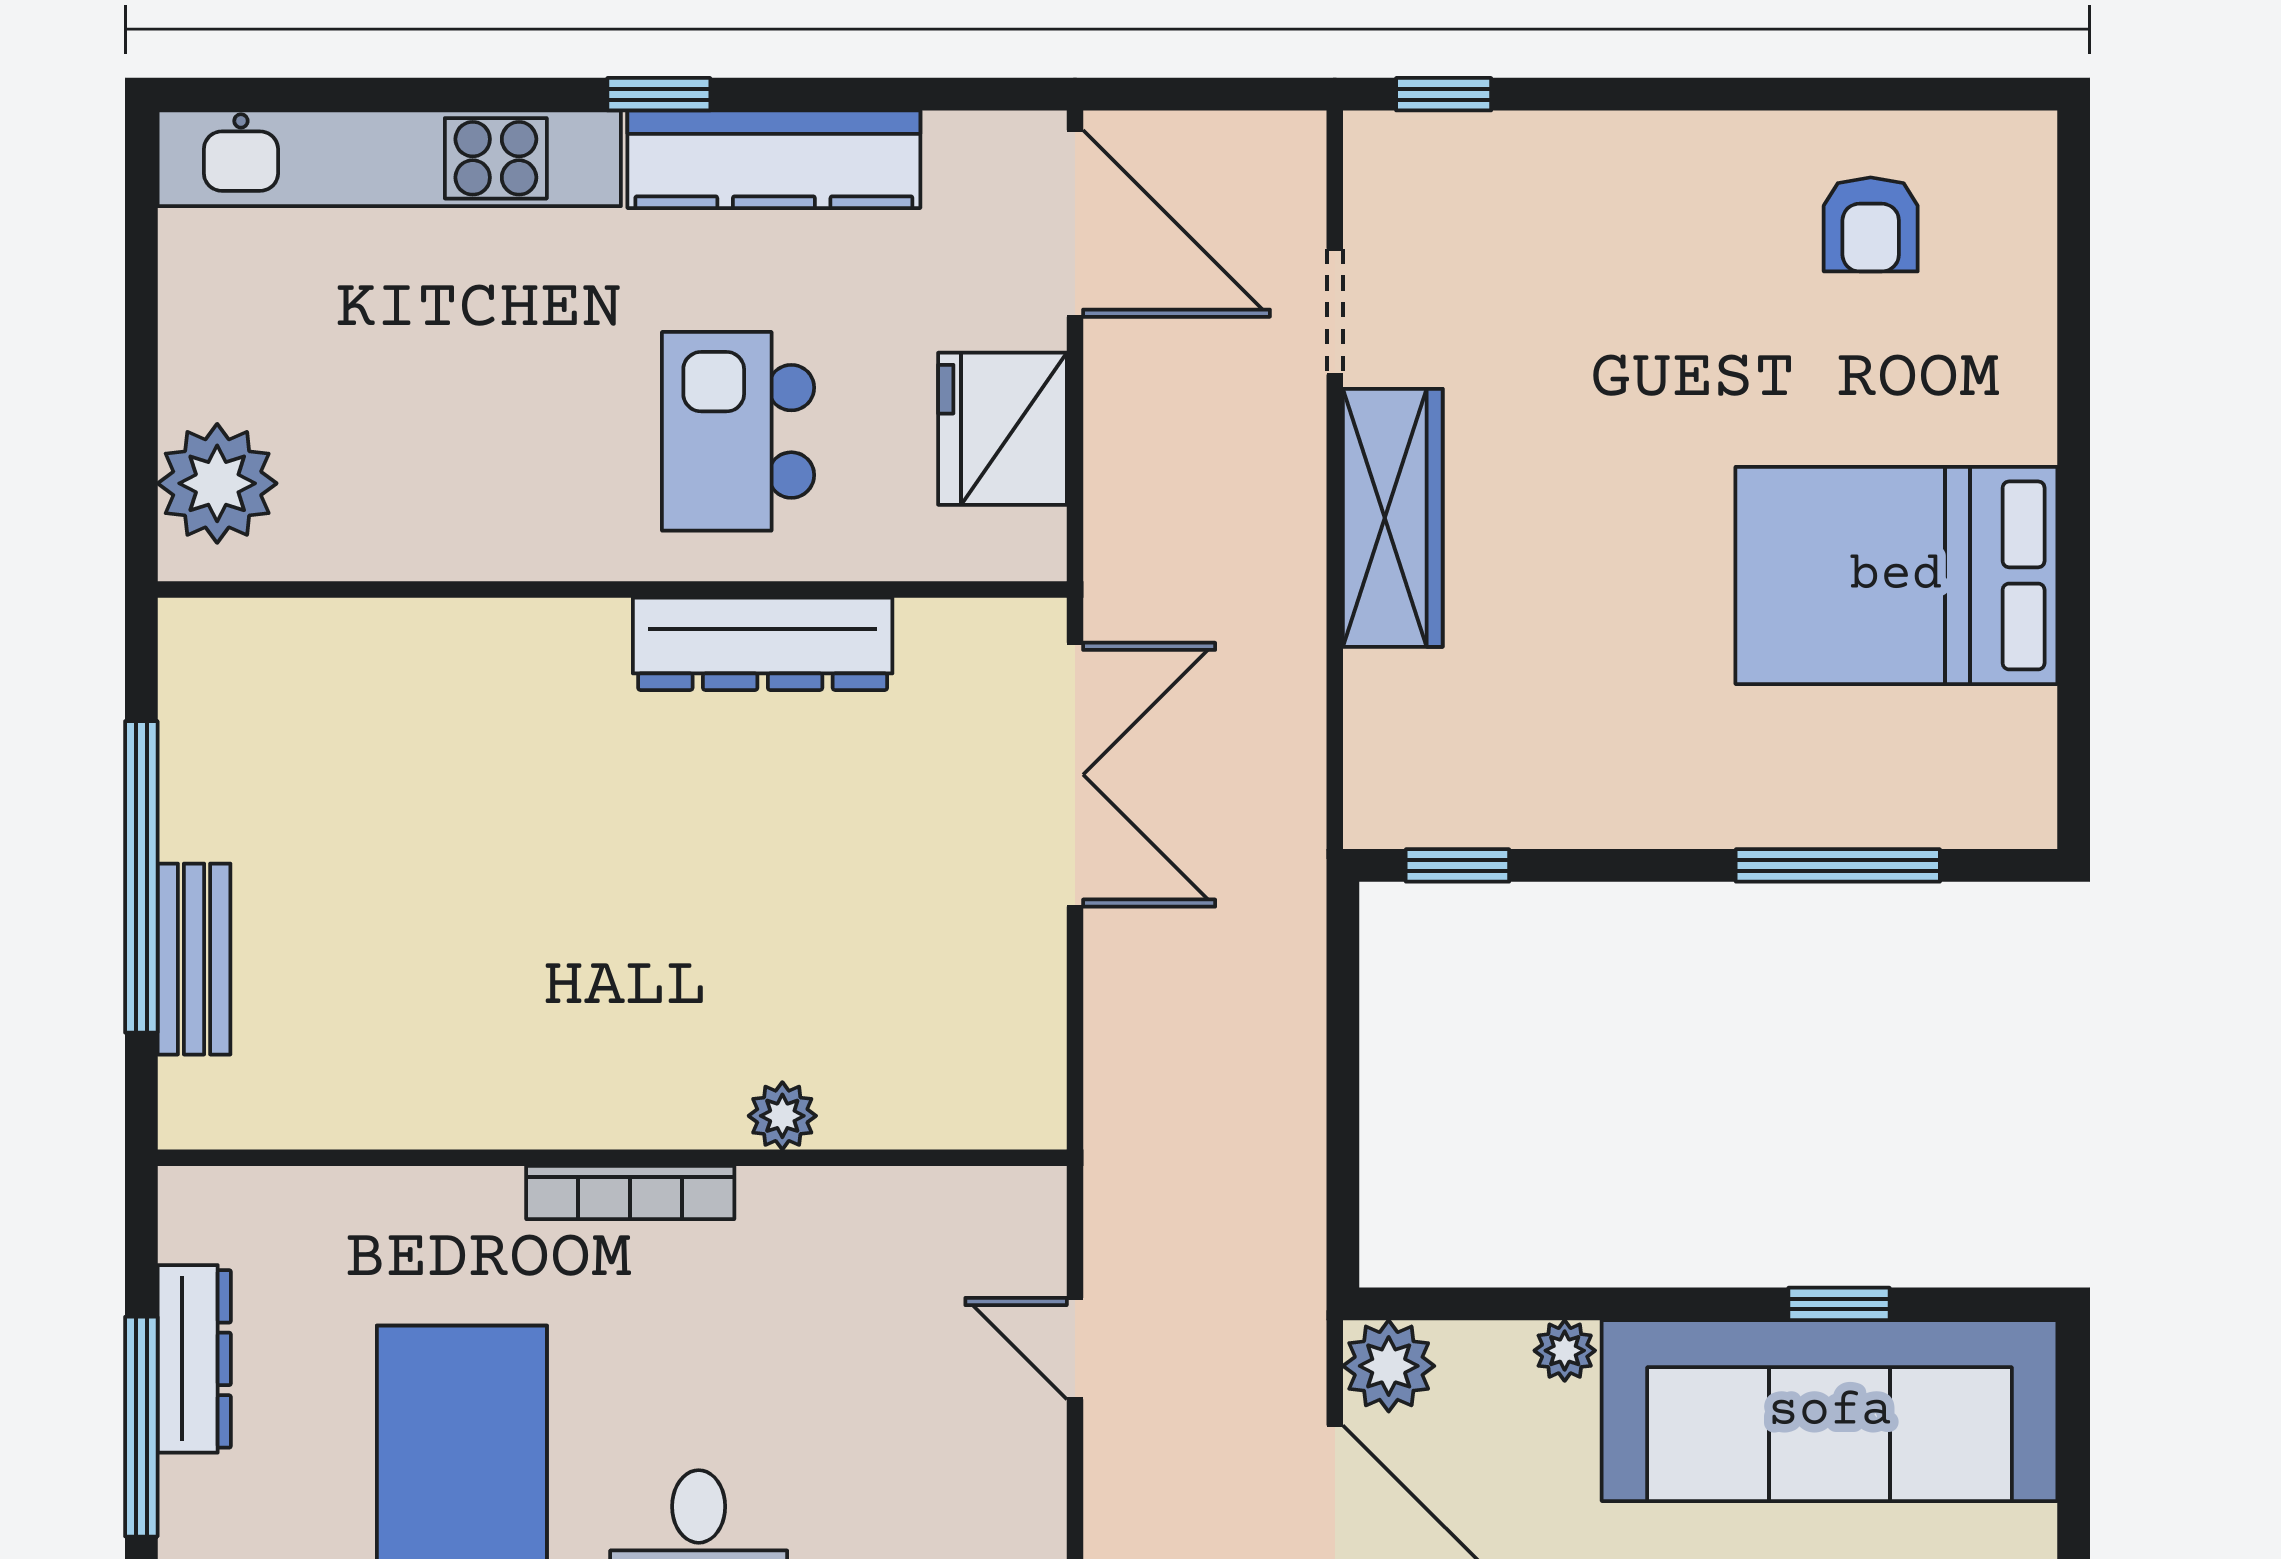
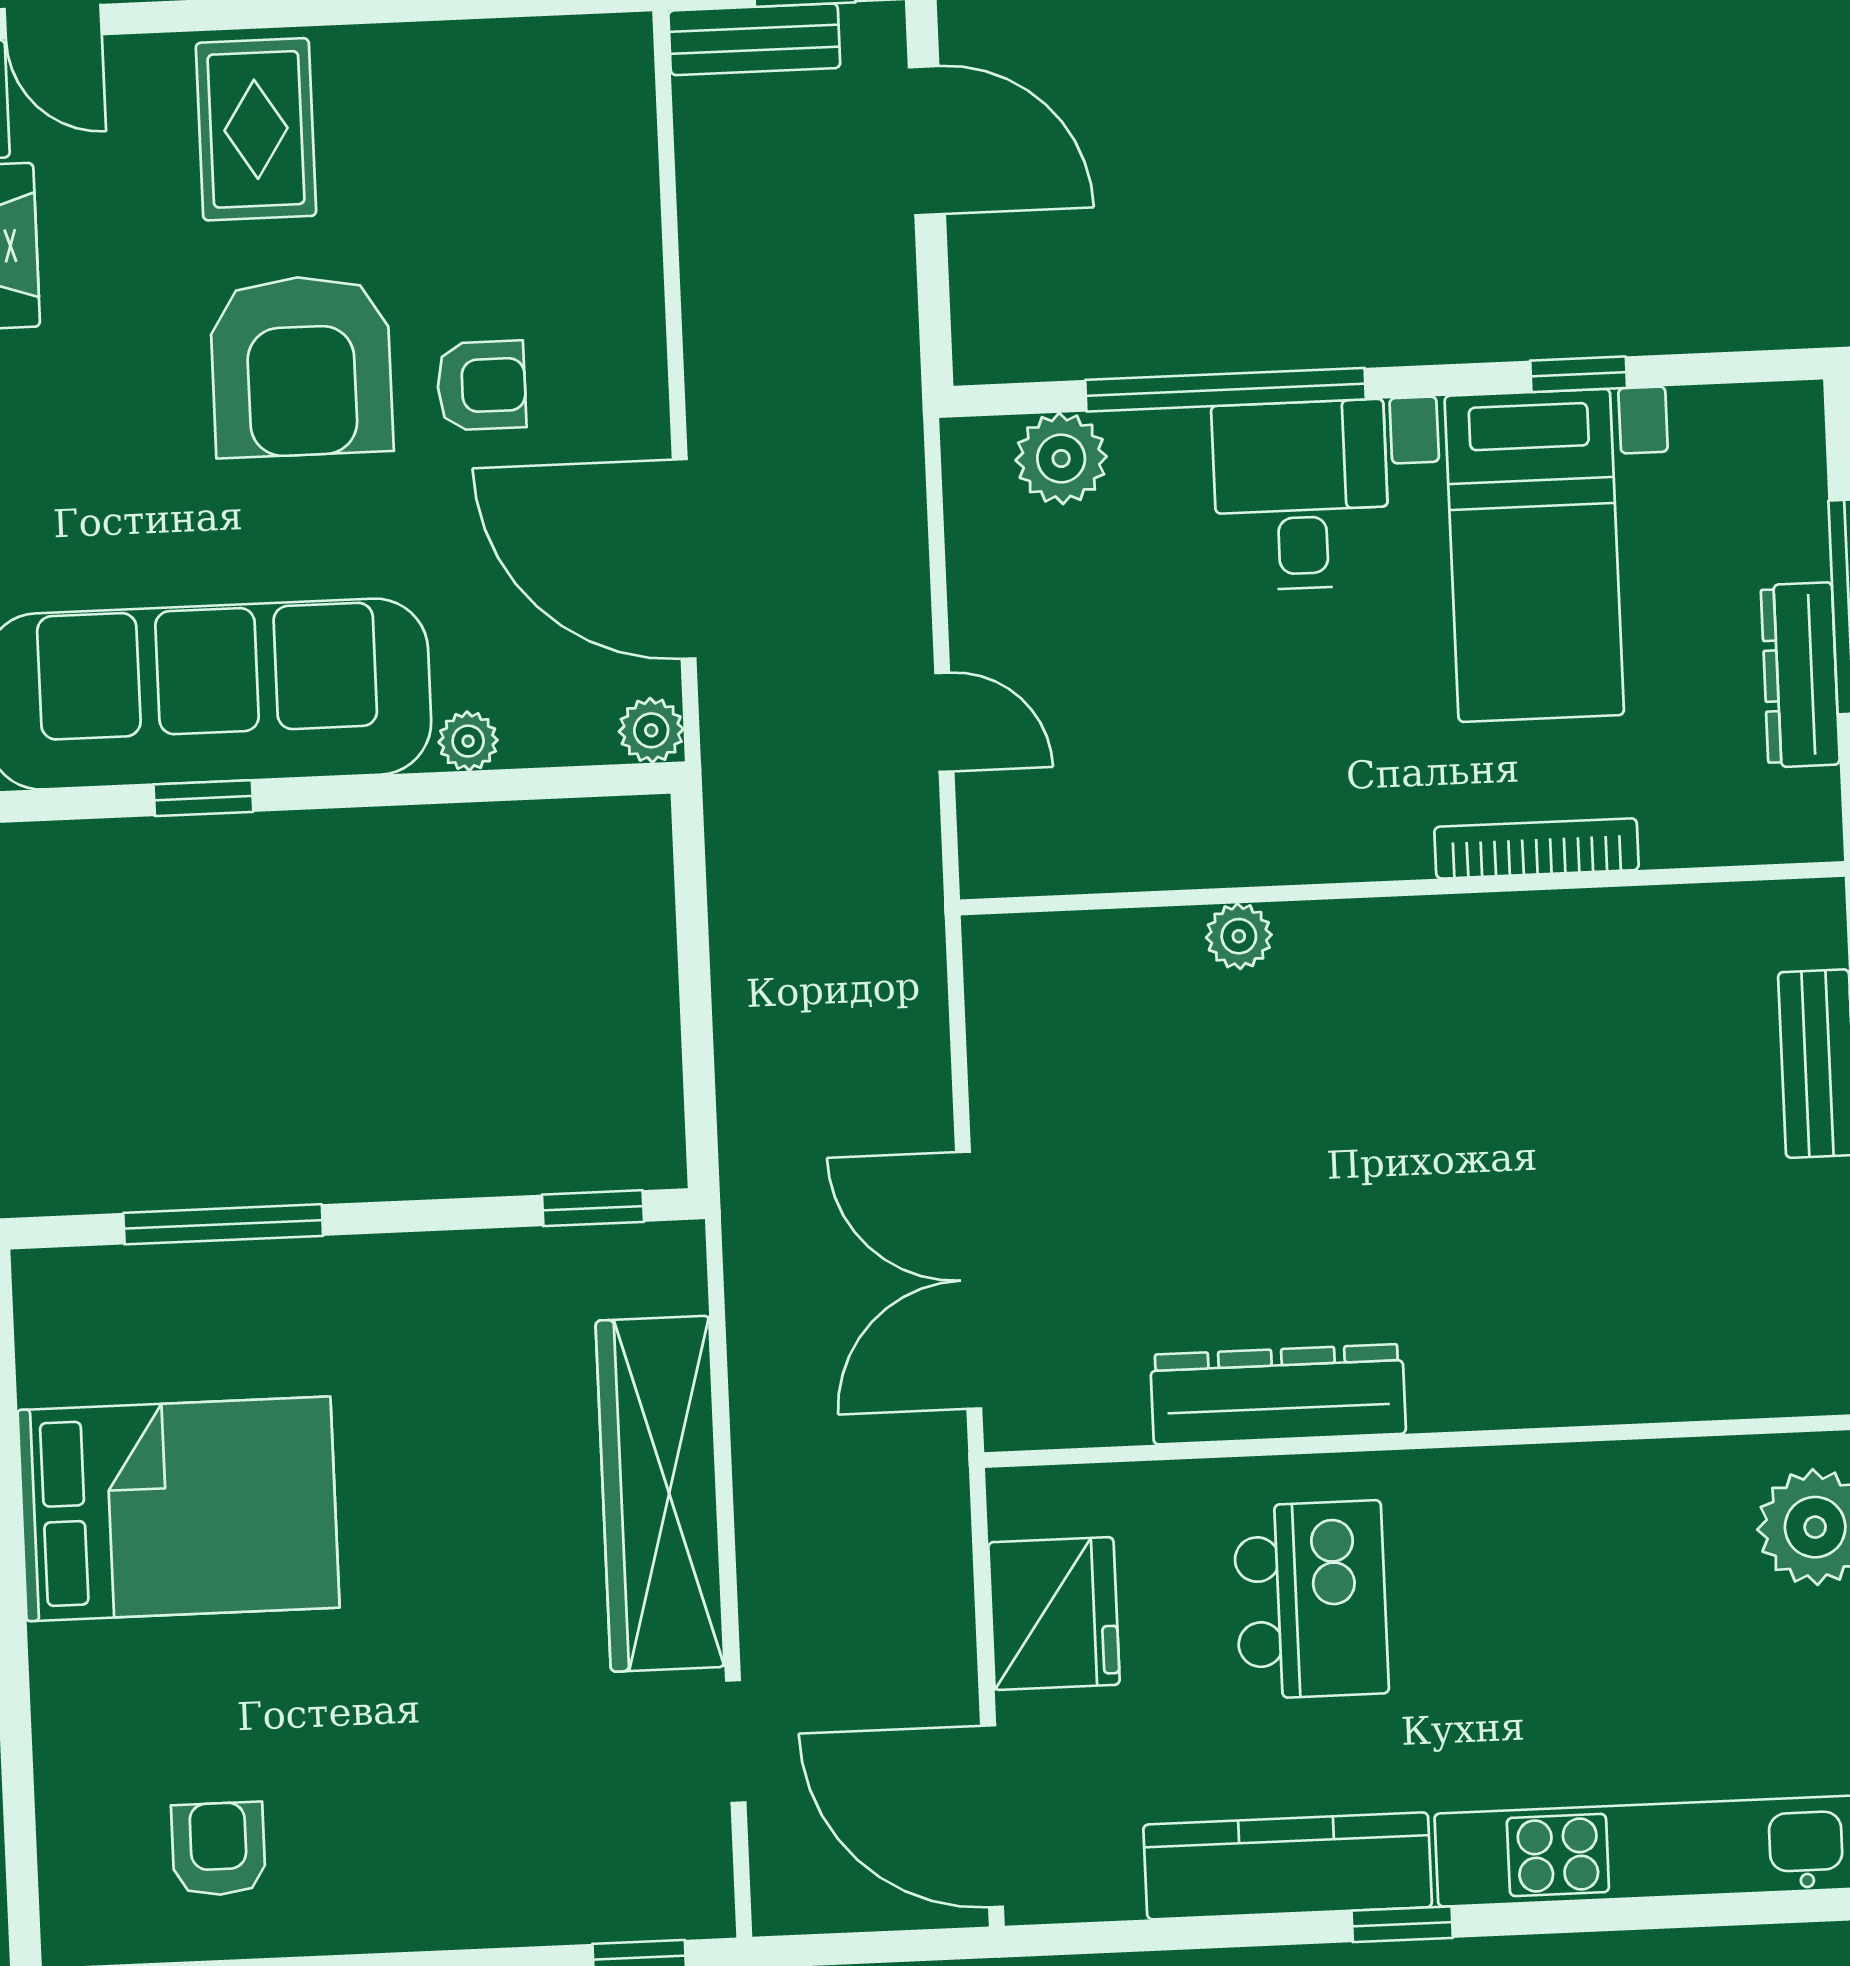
wardrobe: (1393, 518) -> (660, 1494), width x1.40, depth x1.17
bookcase: (630, 1193) -> (1537, 848), moved
plant: (1389, 1366) -> (651, 730), width x0.73, depth x0.73

